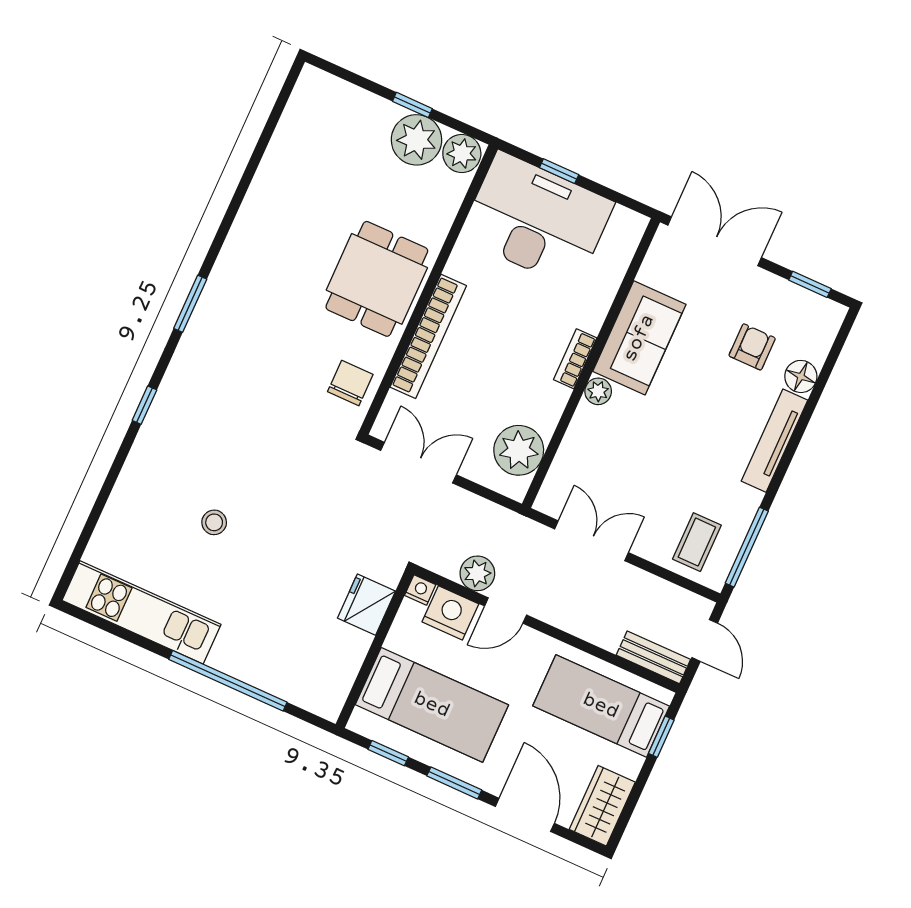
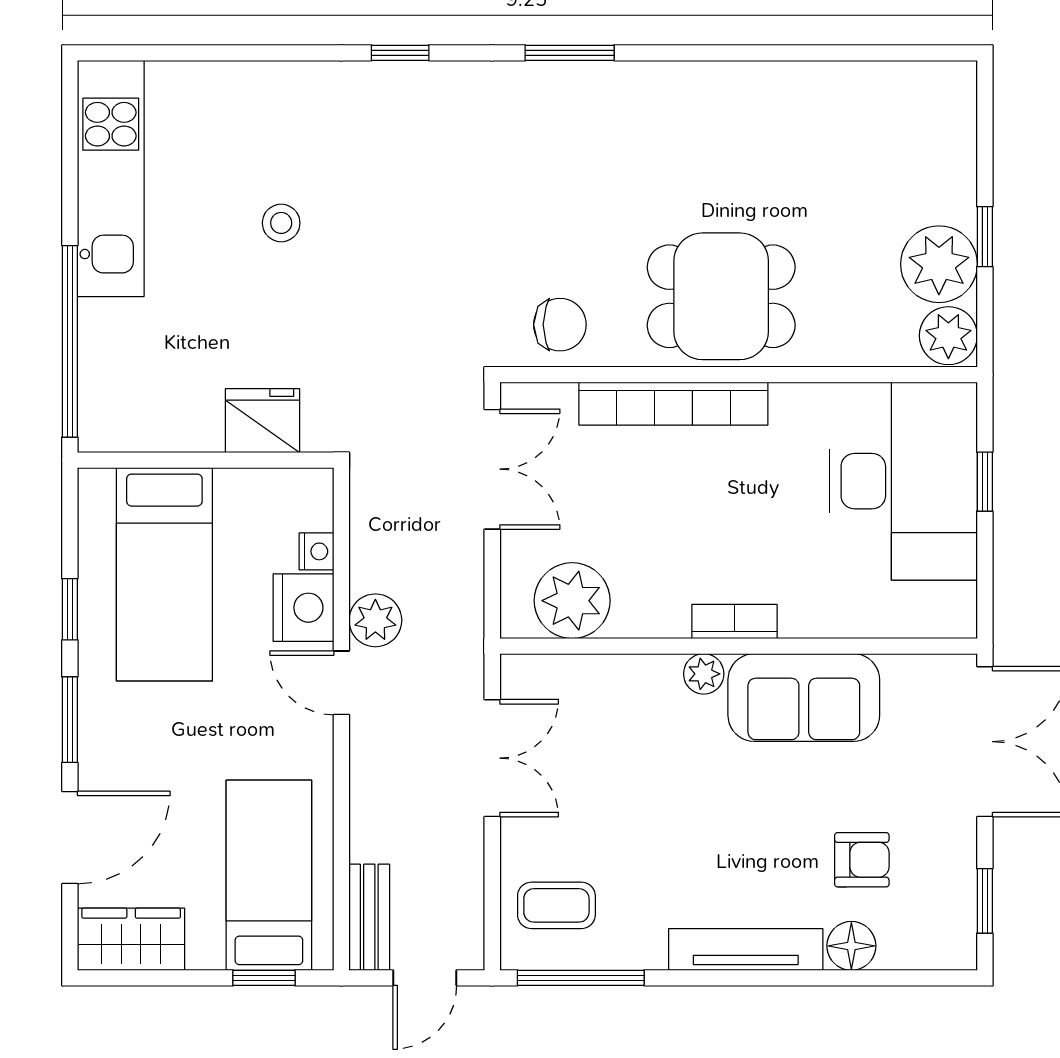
fridge: (366, 605) -> (262, 421), moved
wall: (375, 649) -> (206, 460), moved
bed: (432, 705) -> (164, 574), moved

